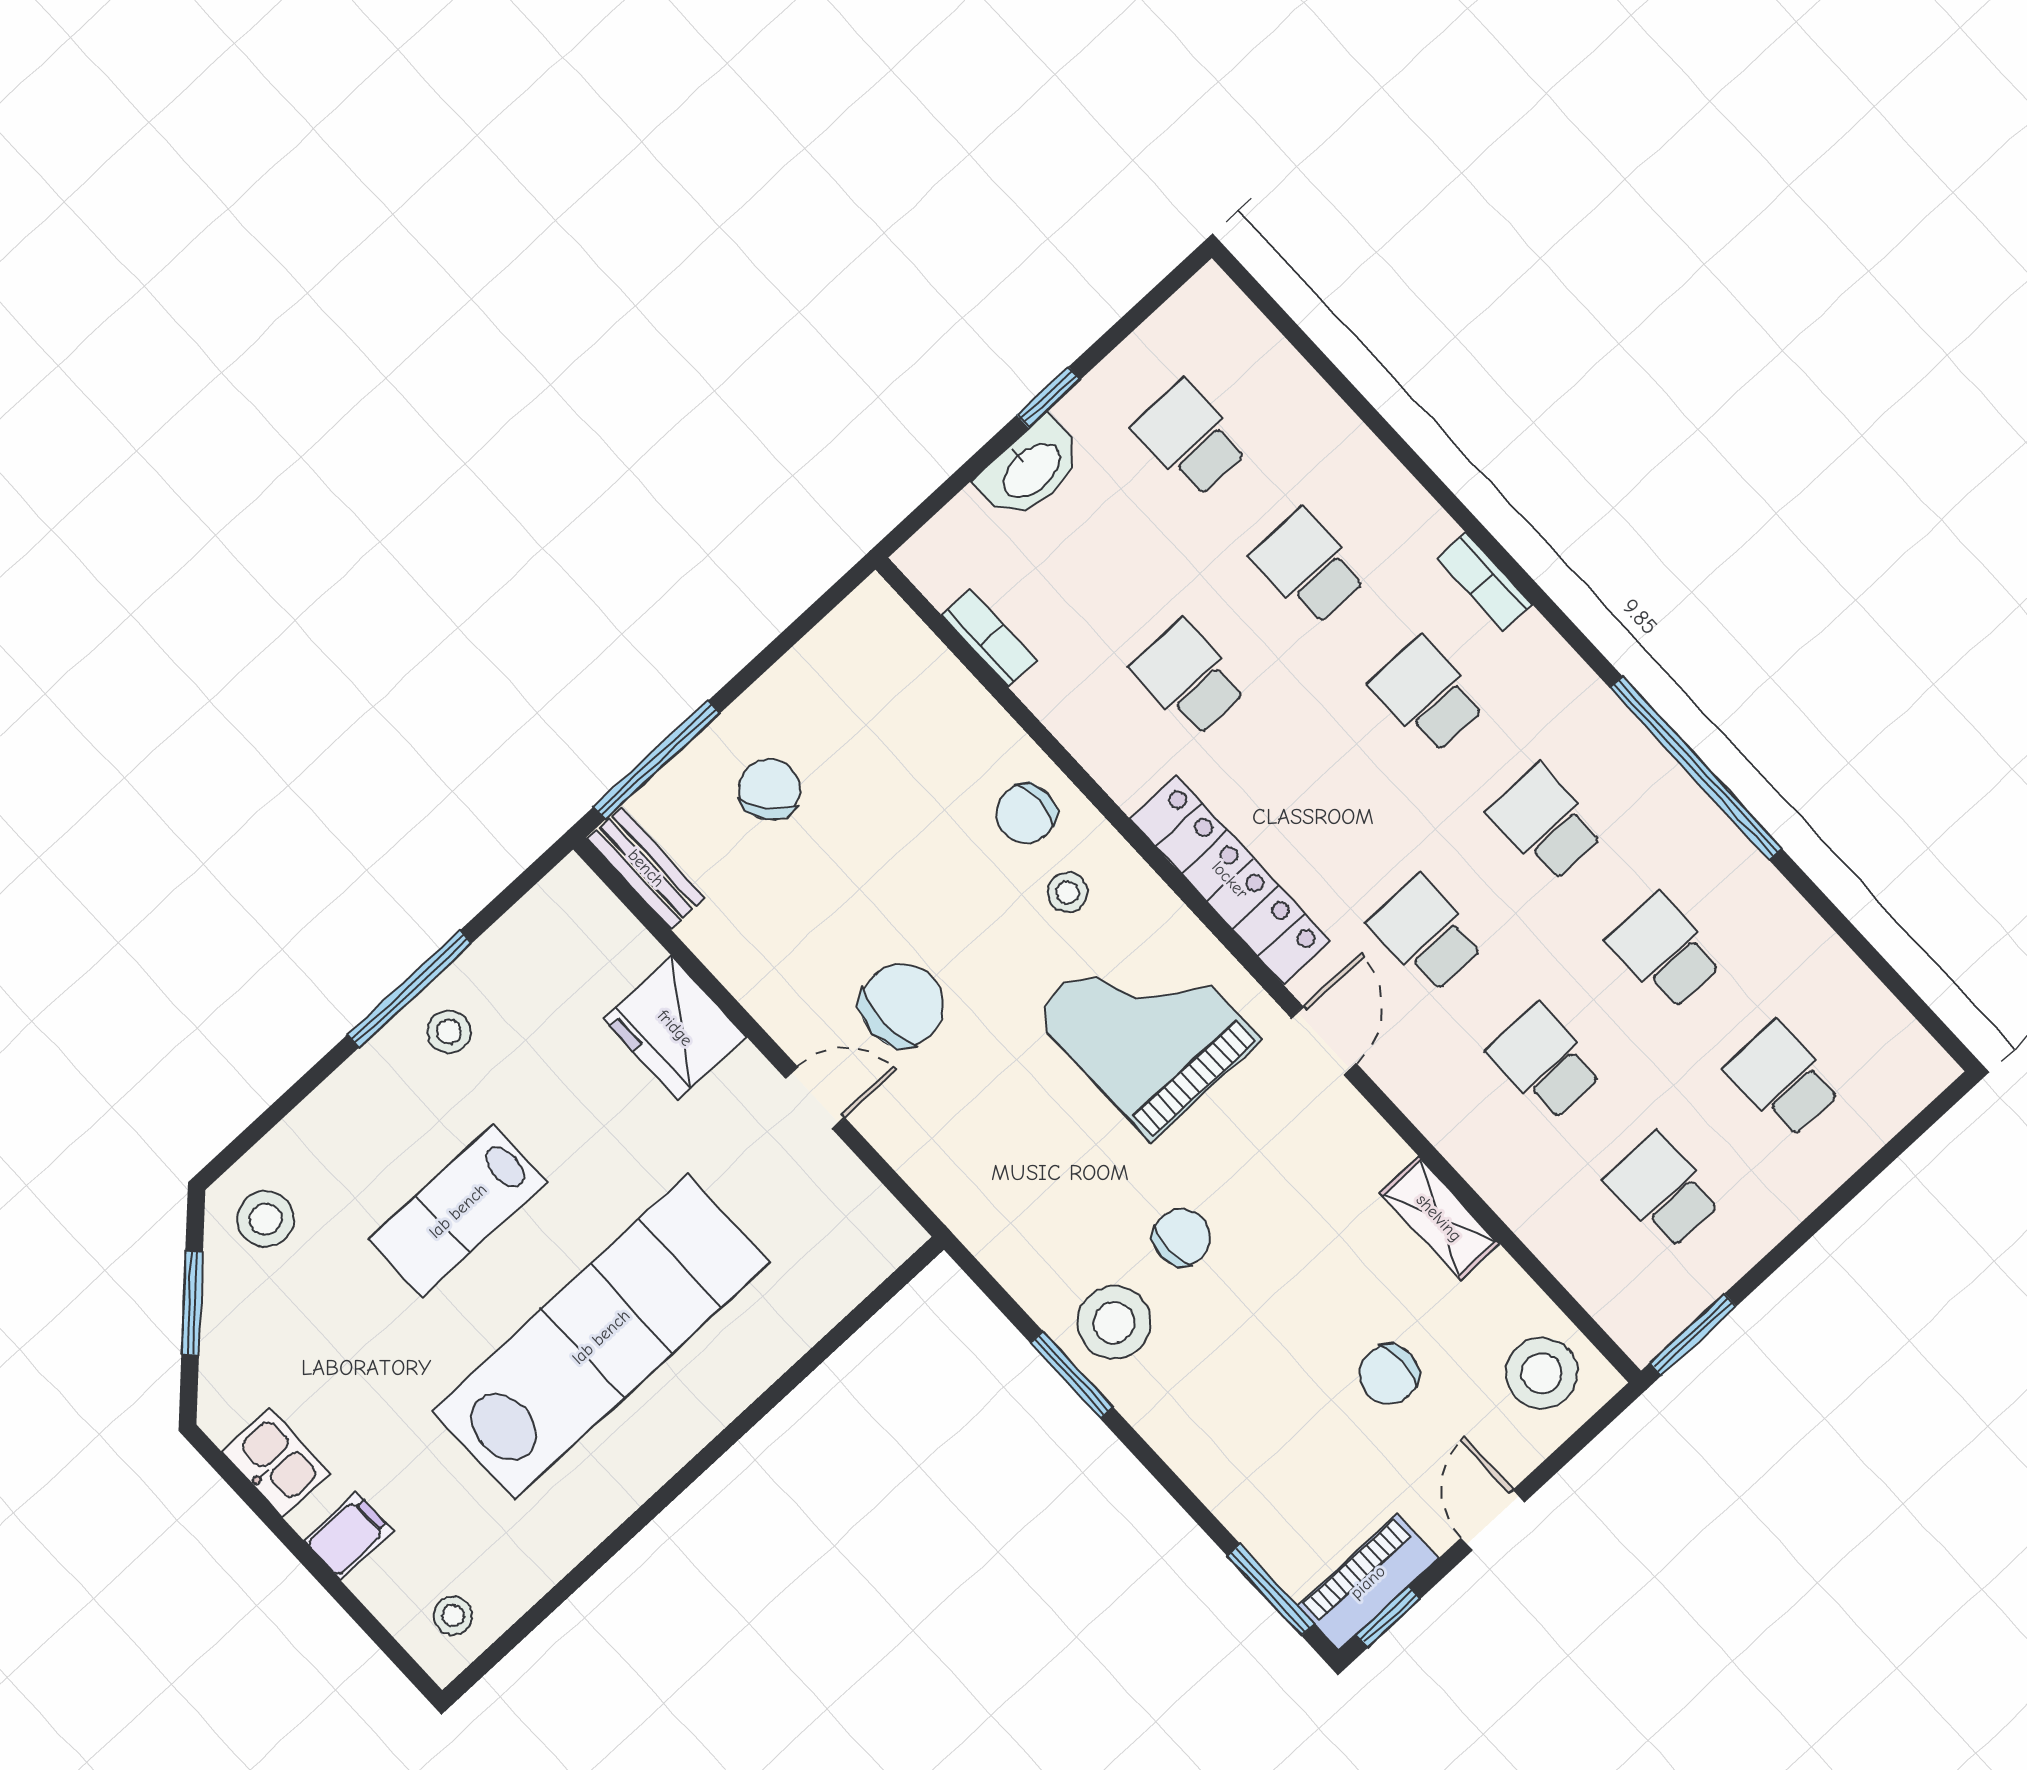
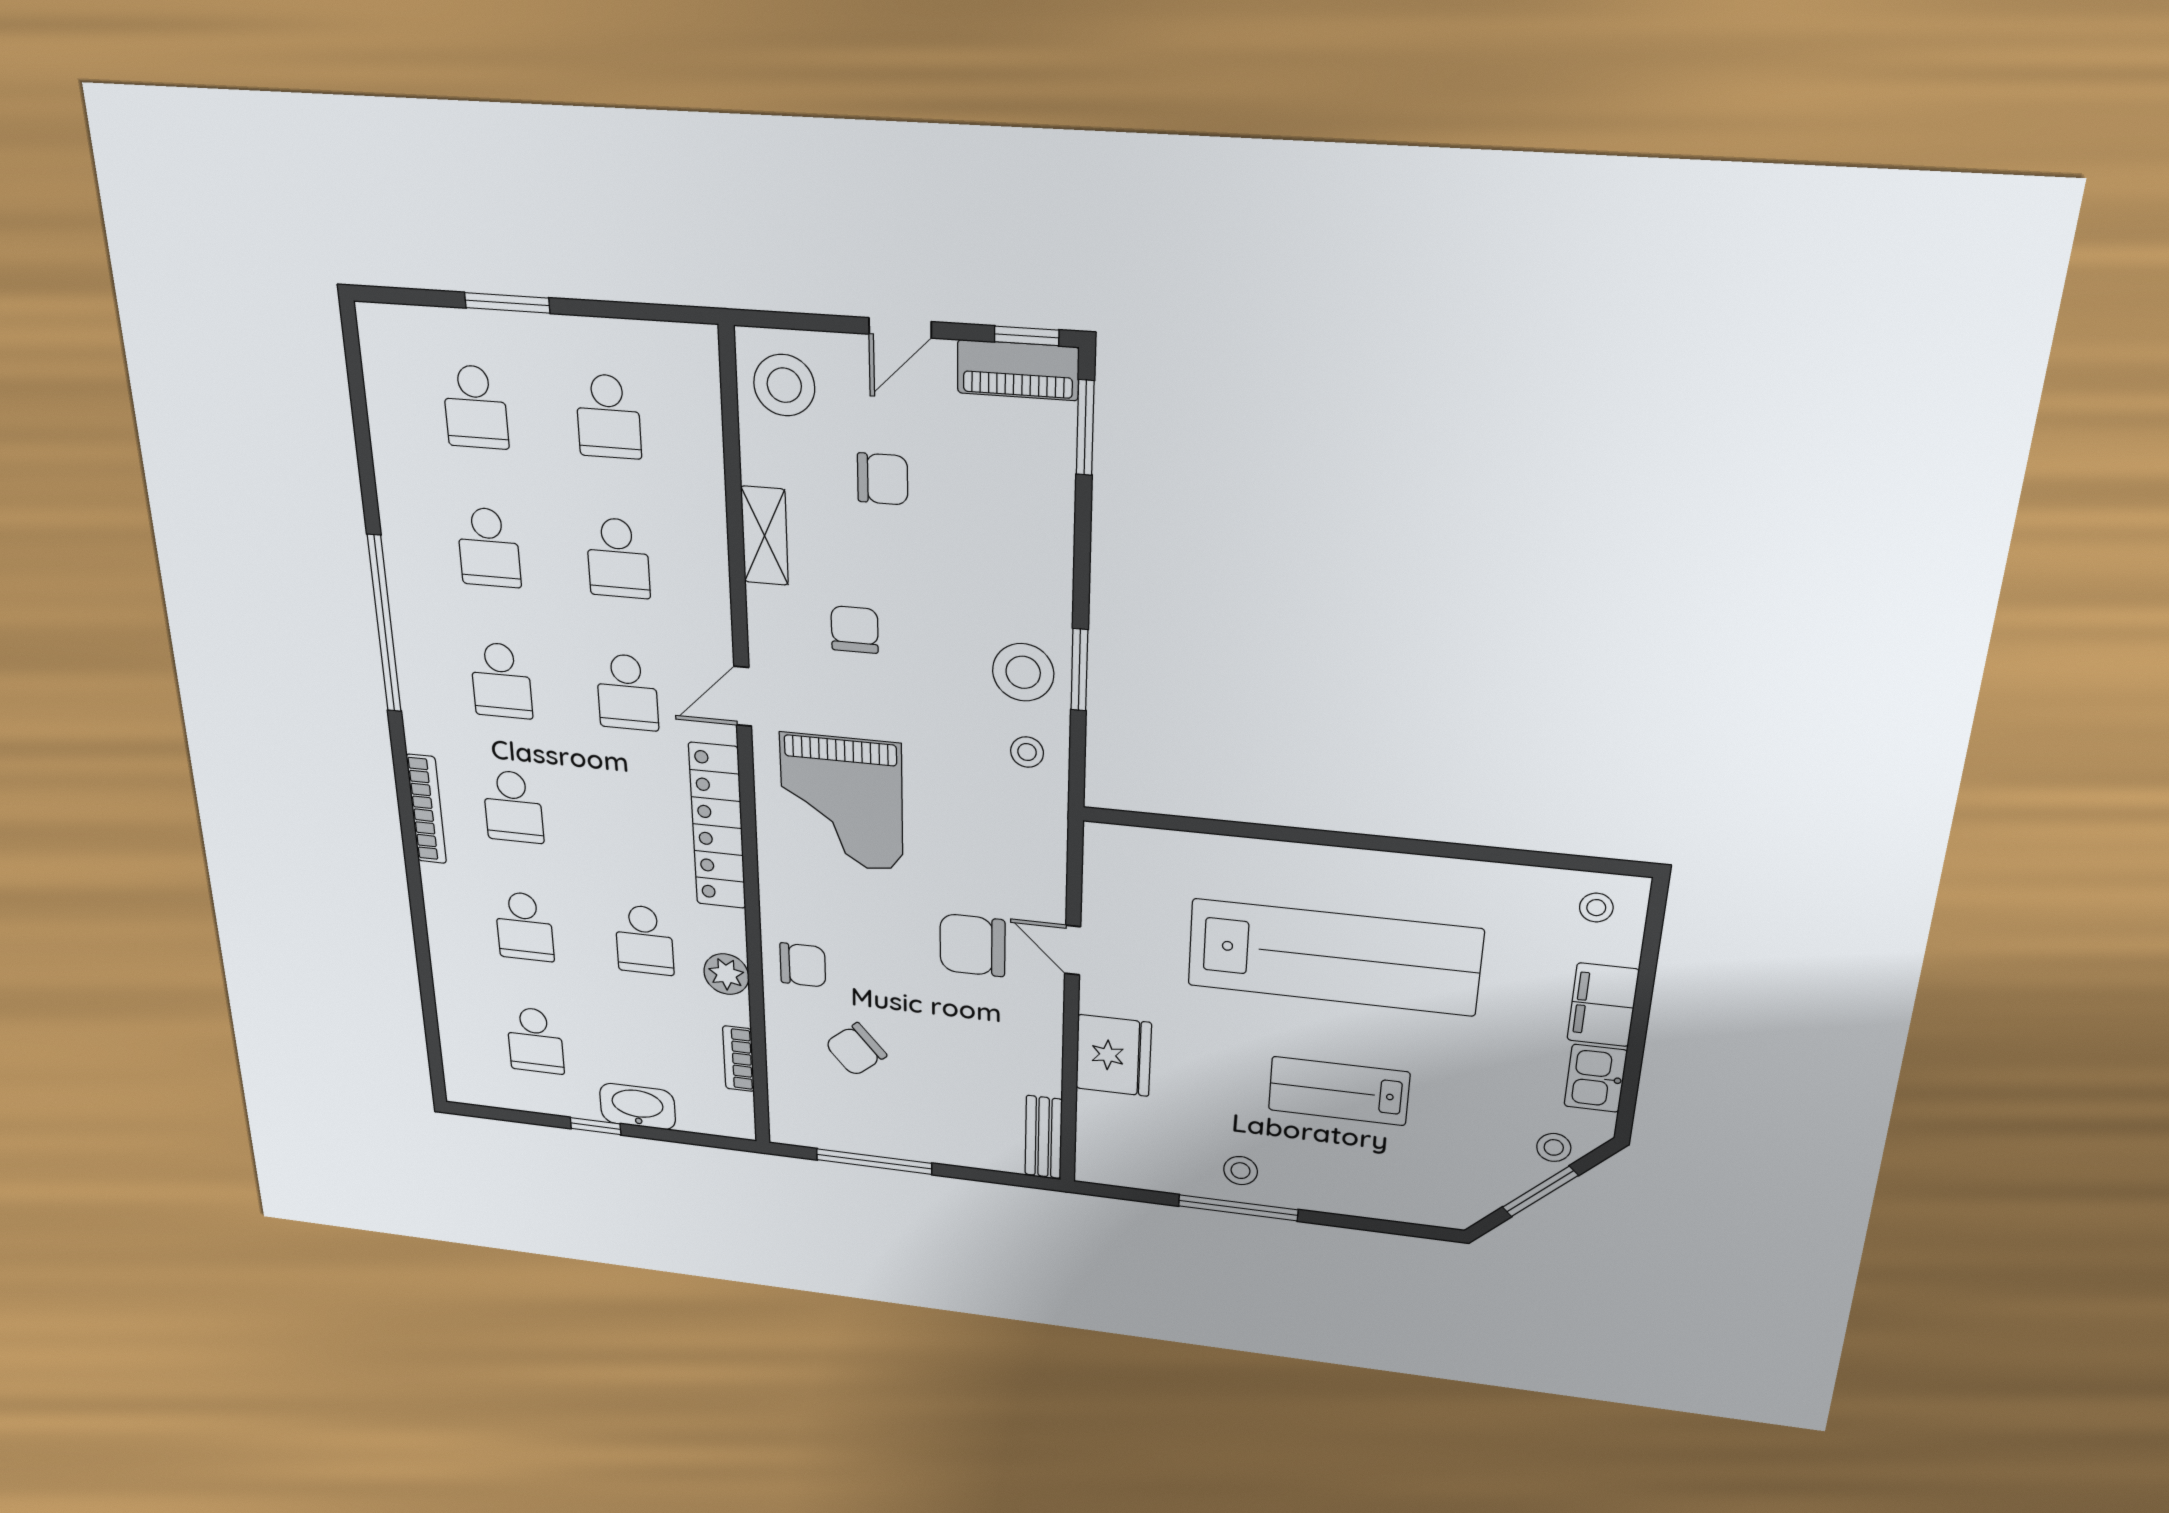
bookcase: (1485, 582) -> (426, 809), width x1.56
plant: (1083, 724) -> (726, 974), added
window: (657, 760) -> (874, 1162), moved
chair: (769, 789) -> (856, 1049), moved
stool: (1068, 893) -> (1027, 752), moved
lab bench: (458, 1211) -> (1339, 1091), turned 180
stool: (265, 1219) -> (1554, 1147), moved, width x0.73, depth x0.73
chair: (1182, 1237) -> (855, 630), moved, turned 90
window: (1693, 1335) -> (507, 303), moved
lab bench: (601, 1337) -> (1334, 957), turned 180
filing cabinet: (348, 1536) -> (1603, 1005), width x2.00

